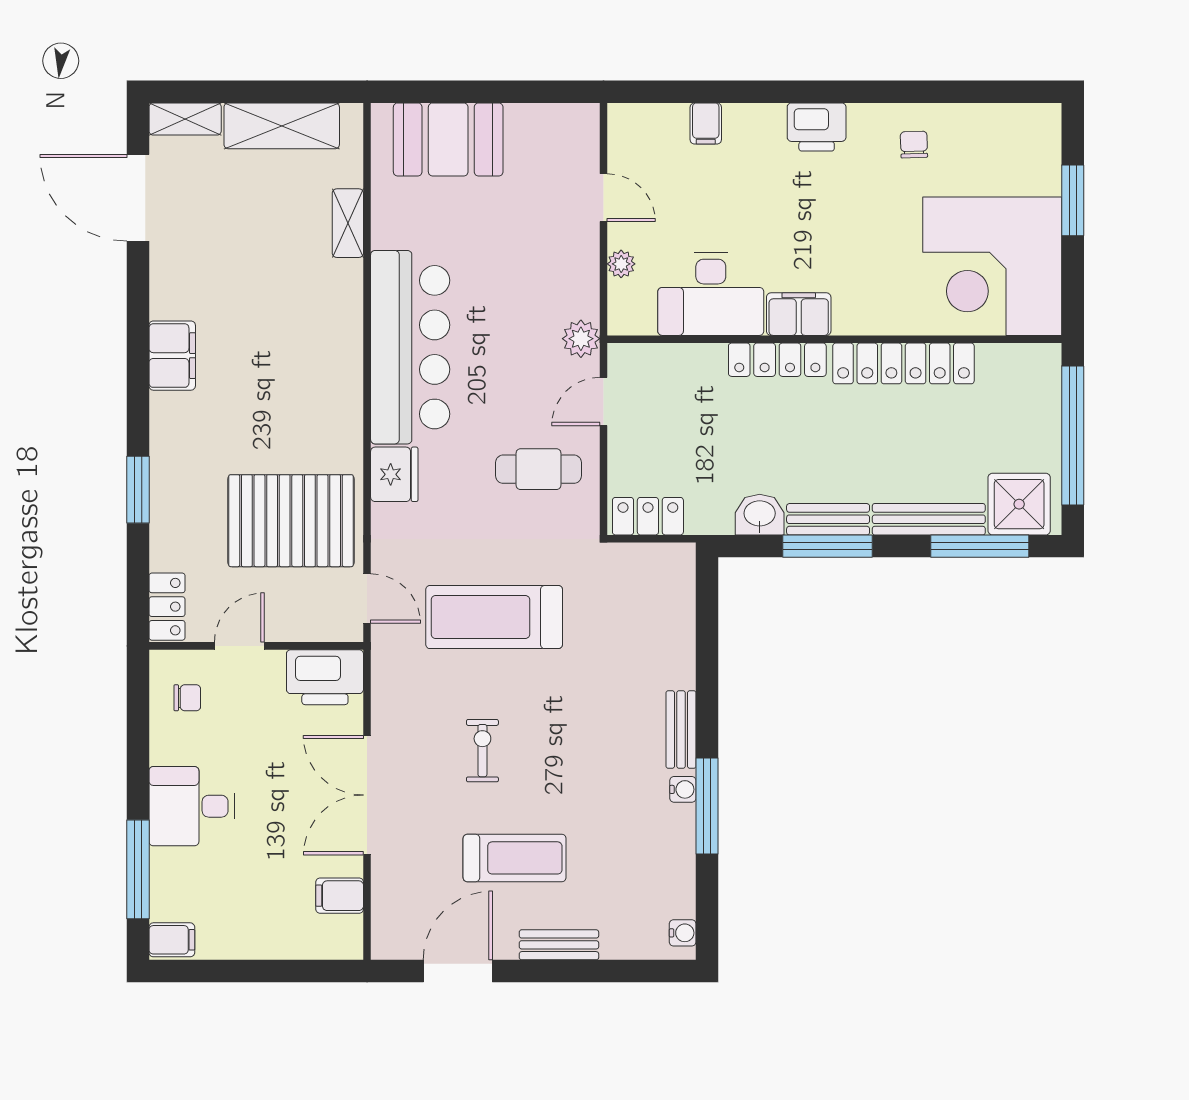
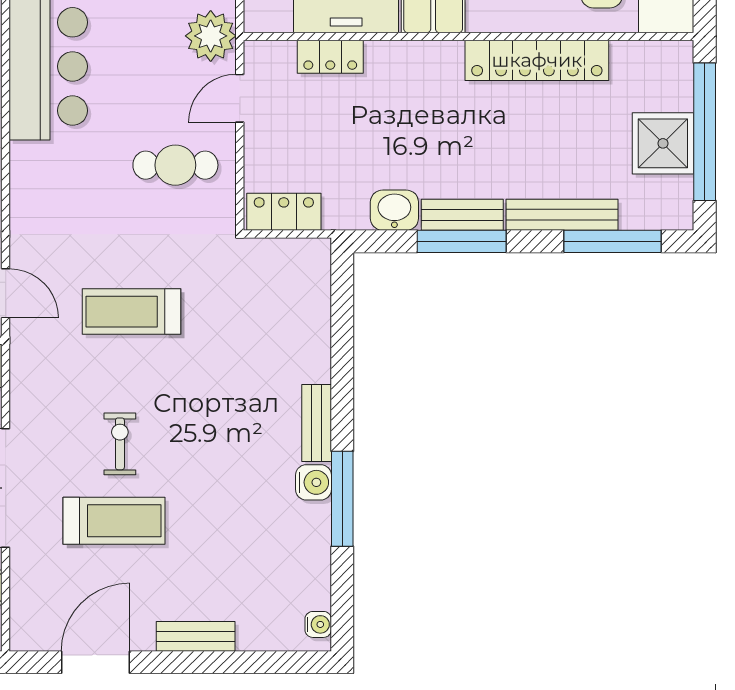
plant: (581, 339) -> (211, 36), width x1.36, depth x1.36
locker: (777, 360) -> (330, 57), moved, width x0.66
fridge: (394, 474) -> (33, 170), removed
shower: (1019, 504) -> (663, 143), moved
treadmill: (494, 617) -> (131, 312), width x0.73, depth x0.73
water cooler: (683, 789) -> (313, 482), width x1.38, depth x1.38
treadmill: (515, 858) -> (114, 521), moved

